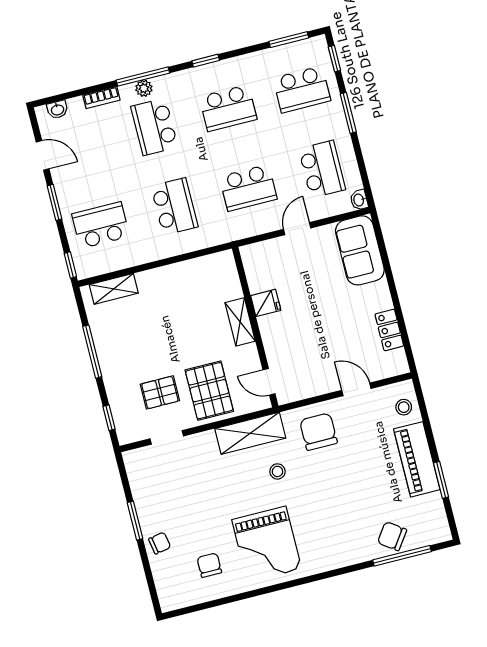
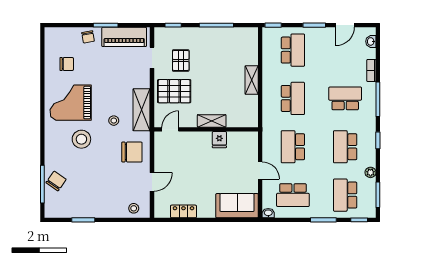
plant: (144, 88) -> (370, 172), moved
school desk: (174, 207) -> (293, 98), turned -90
shelving: (114, 289) -> (252, 80), moved
piano: (417, 459) -> (124, 37), moved, turned 180
stool: (318, 514) -> (81, 139), added

